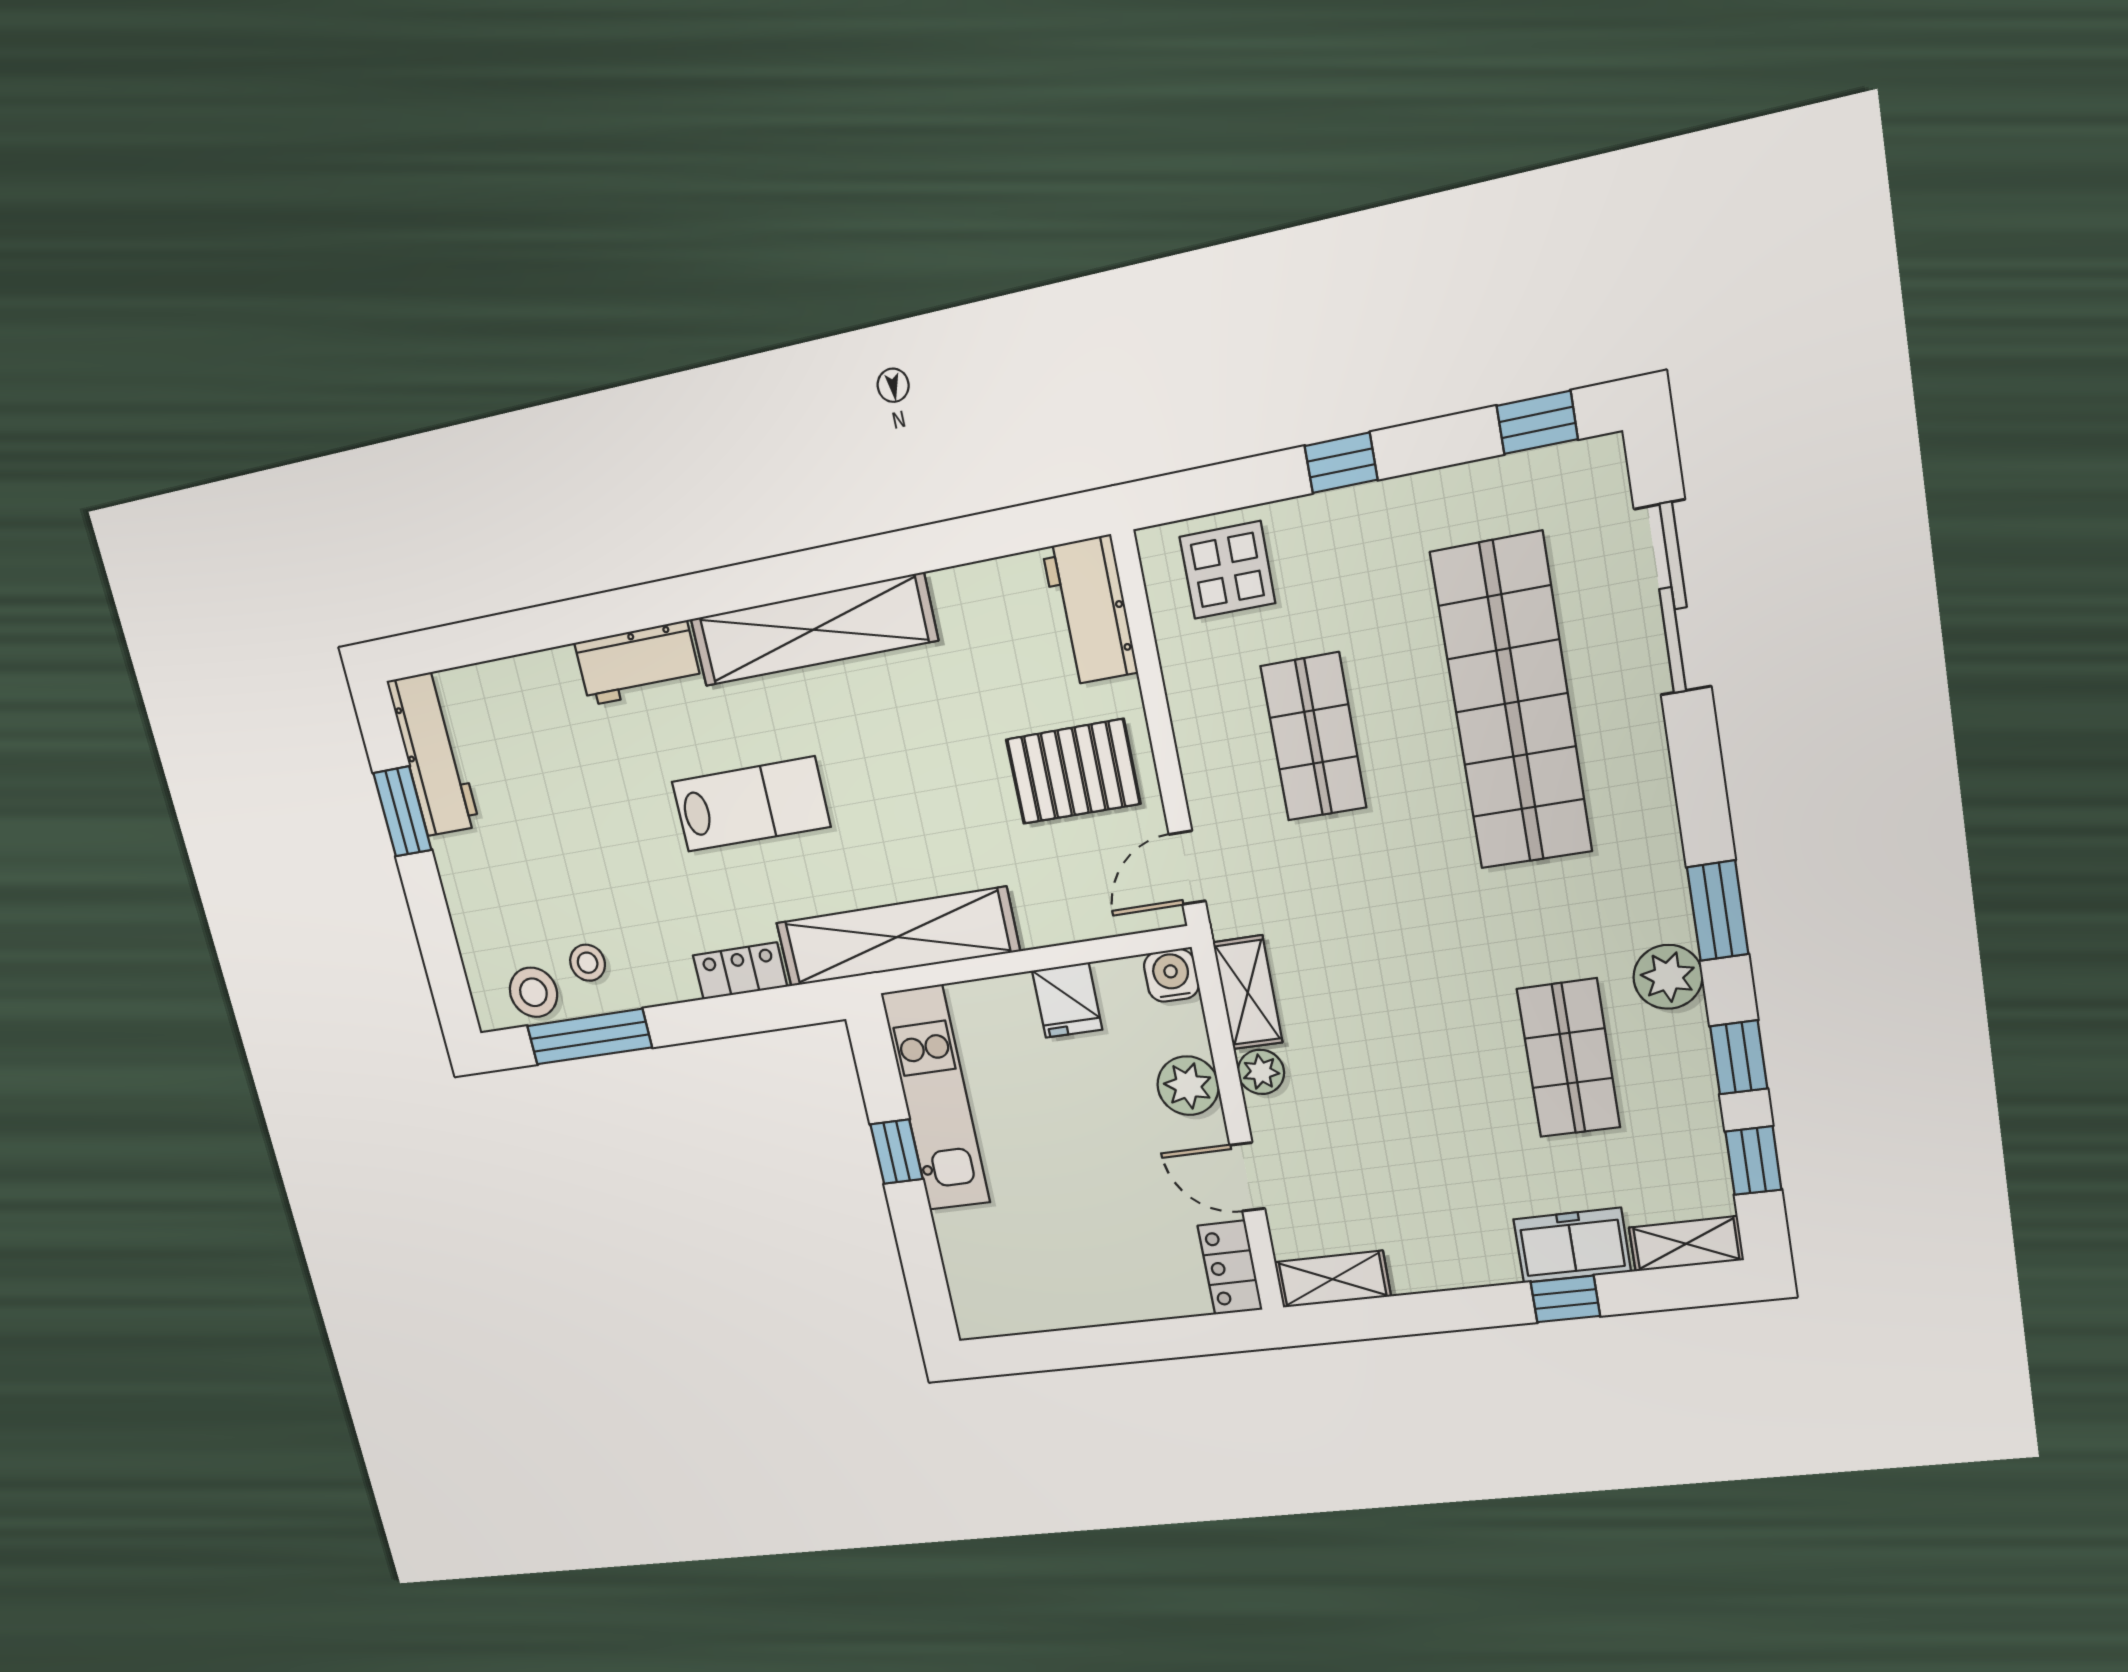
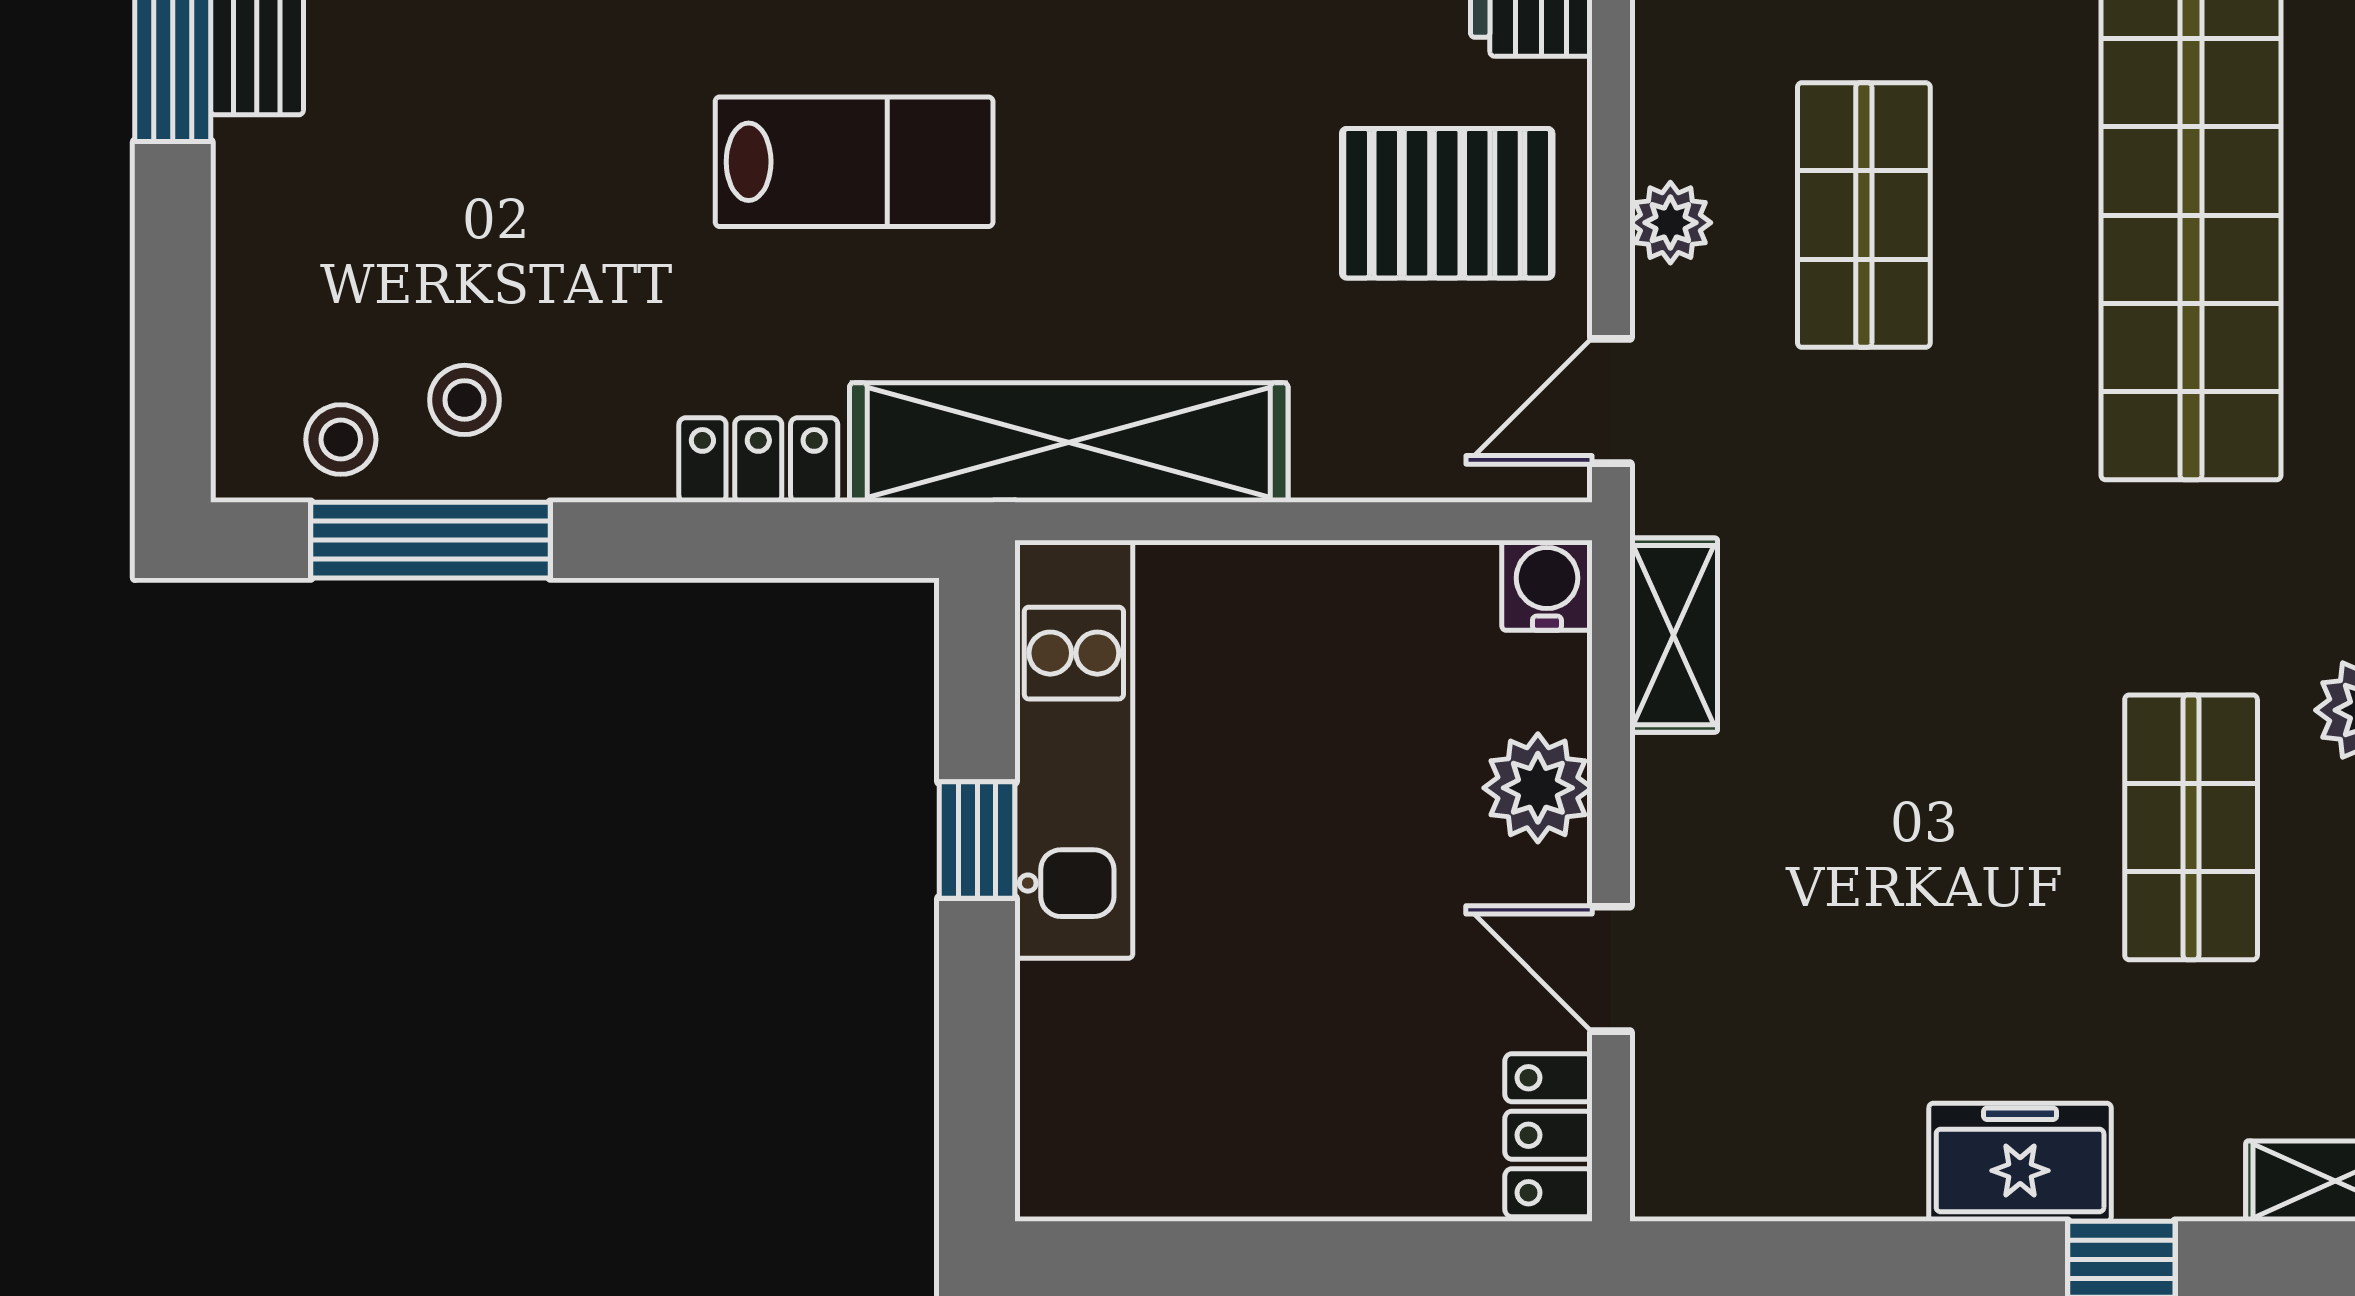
stool: (533, 992) -> (341, 440), width x0.73, depth x0.73
fridge: (1067, 1000) -> (1354, 603), removed
plant: (1261, 1072) -> (1670, 223), moved
freezer: (1572, 1245) -> (2020, 1162), moved
shelving: (1333, 1279) -> (1727, 1178), removed

